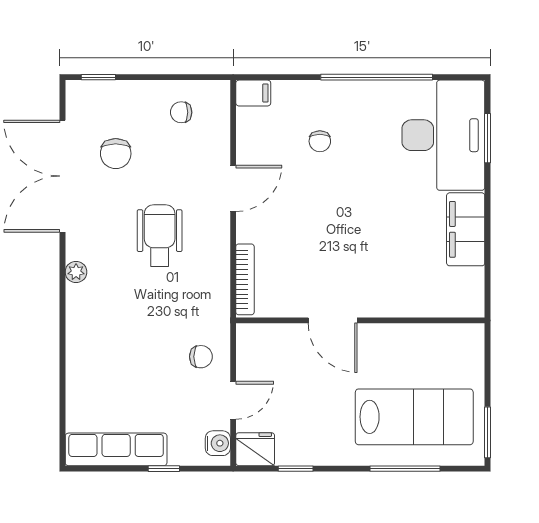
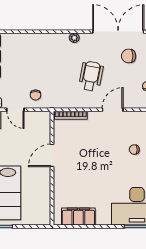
door: (233, 188) -> (113, 110), swing flipped
filing cabinet: (466, 229) -> (78, 216), moved
wheelchair: (160, 236) -> (91, 76), turned -79

